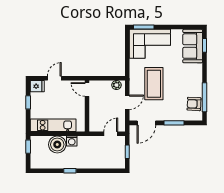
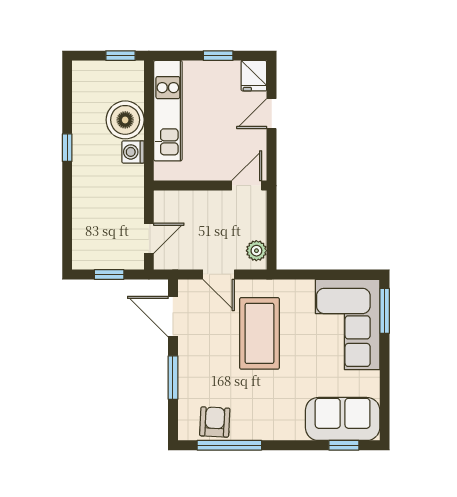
door: (54, 78) -> (272, 114), swing flipped
coffee table: (154, 84) -> (260, 333), turned 90
door: (111, 134) -> (149, 238), hinge flipped

